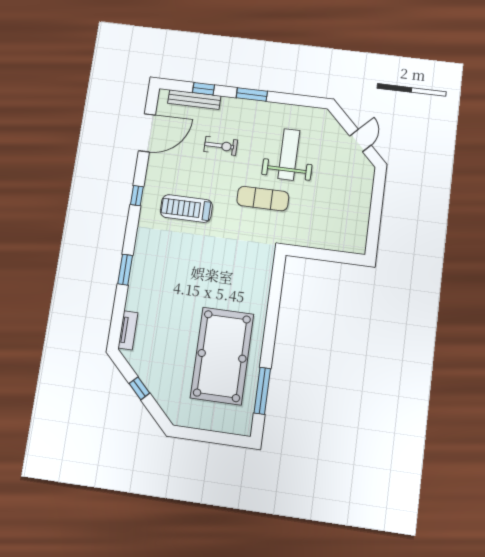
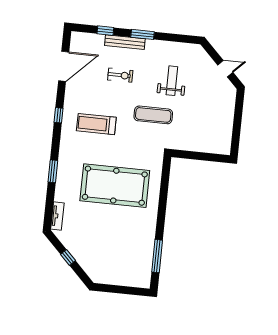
bench: (194, 100) -> (125, 42), moved
door: (360, 140) -> (225, 69), hinge flipped
weight bench: (289, 154) -> (172, 81), width x0.73, depth x0.75
pool table: (222, 356) -> (115, 186), moved, turned 90

